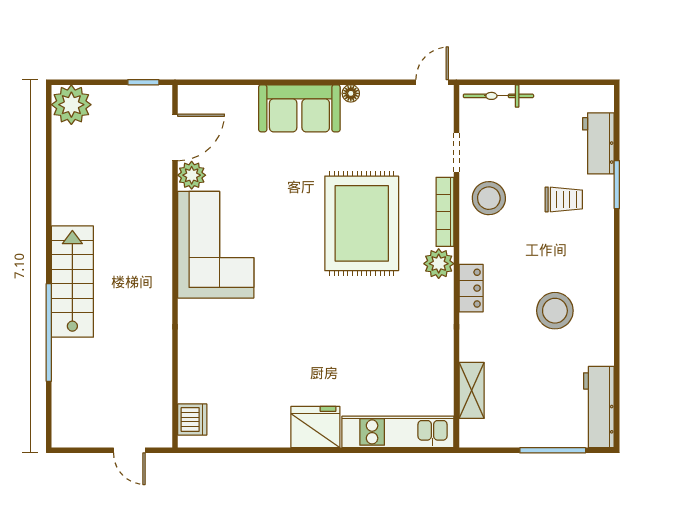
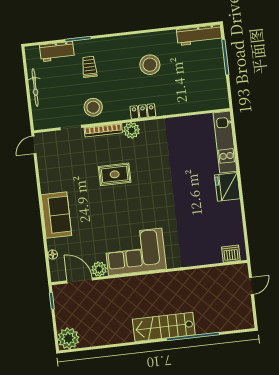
door: (432, 82) -> (34, 145), hinge flipped
floor lamp: (351, 93) -> (53, 254), moved
bicycle: (498, 96) -> (35, 88), moved
rug: (362, 223) -> (115, 174), width x0.54, depth x0.49
shelving: (472, 390) -> (198, 105), removed

